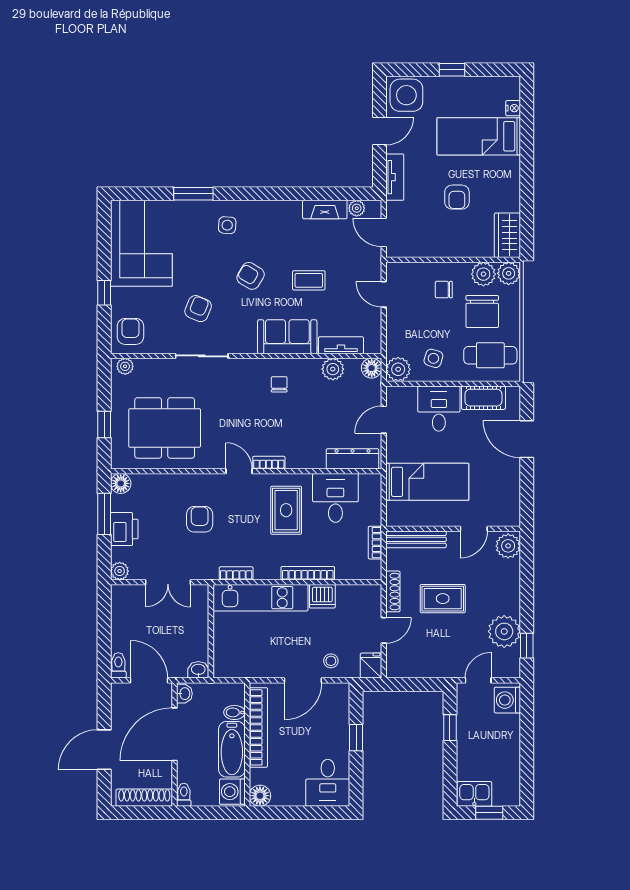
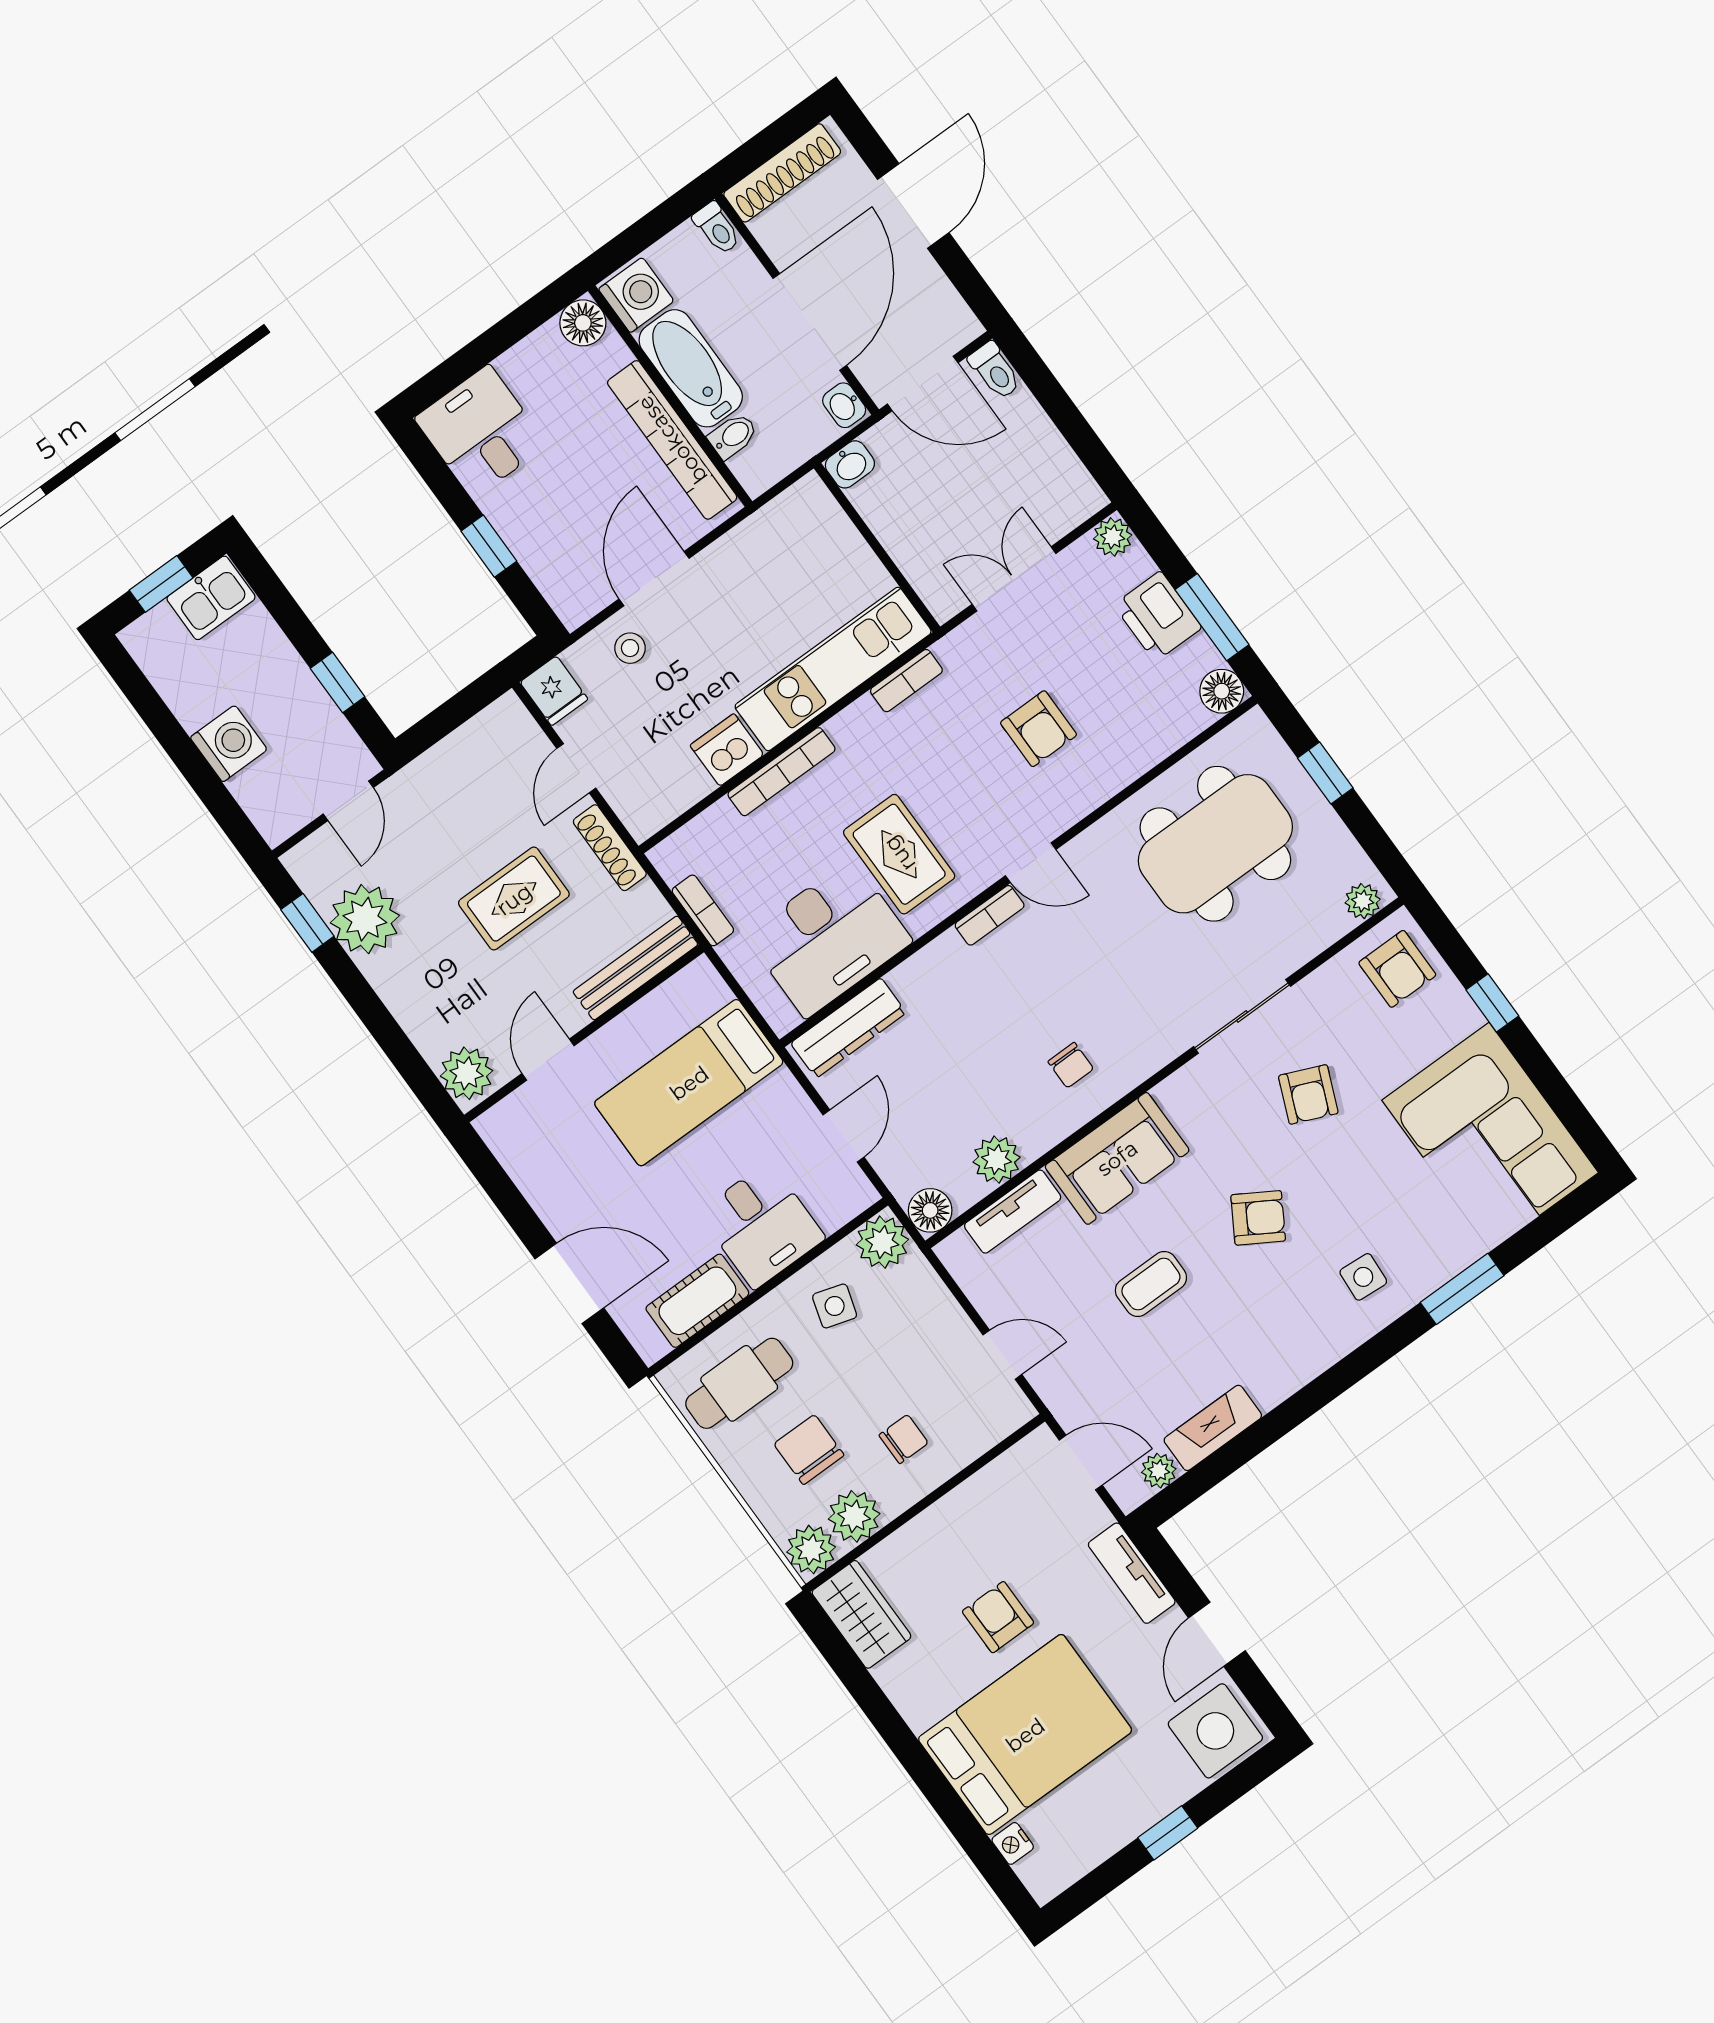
bed: (479, 136) -> (1025, 1735), width x1.50
chair: (482, 311) -> (809, 1450), width x0.73, depth x0.73
desk: (335, 498) -> (829, 938), width x1.37
washing machine: (507, 700) -> (229, 744), moved

